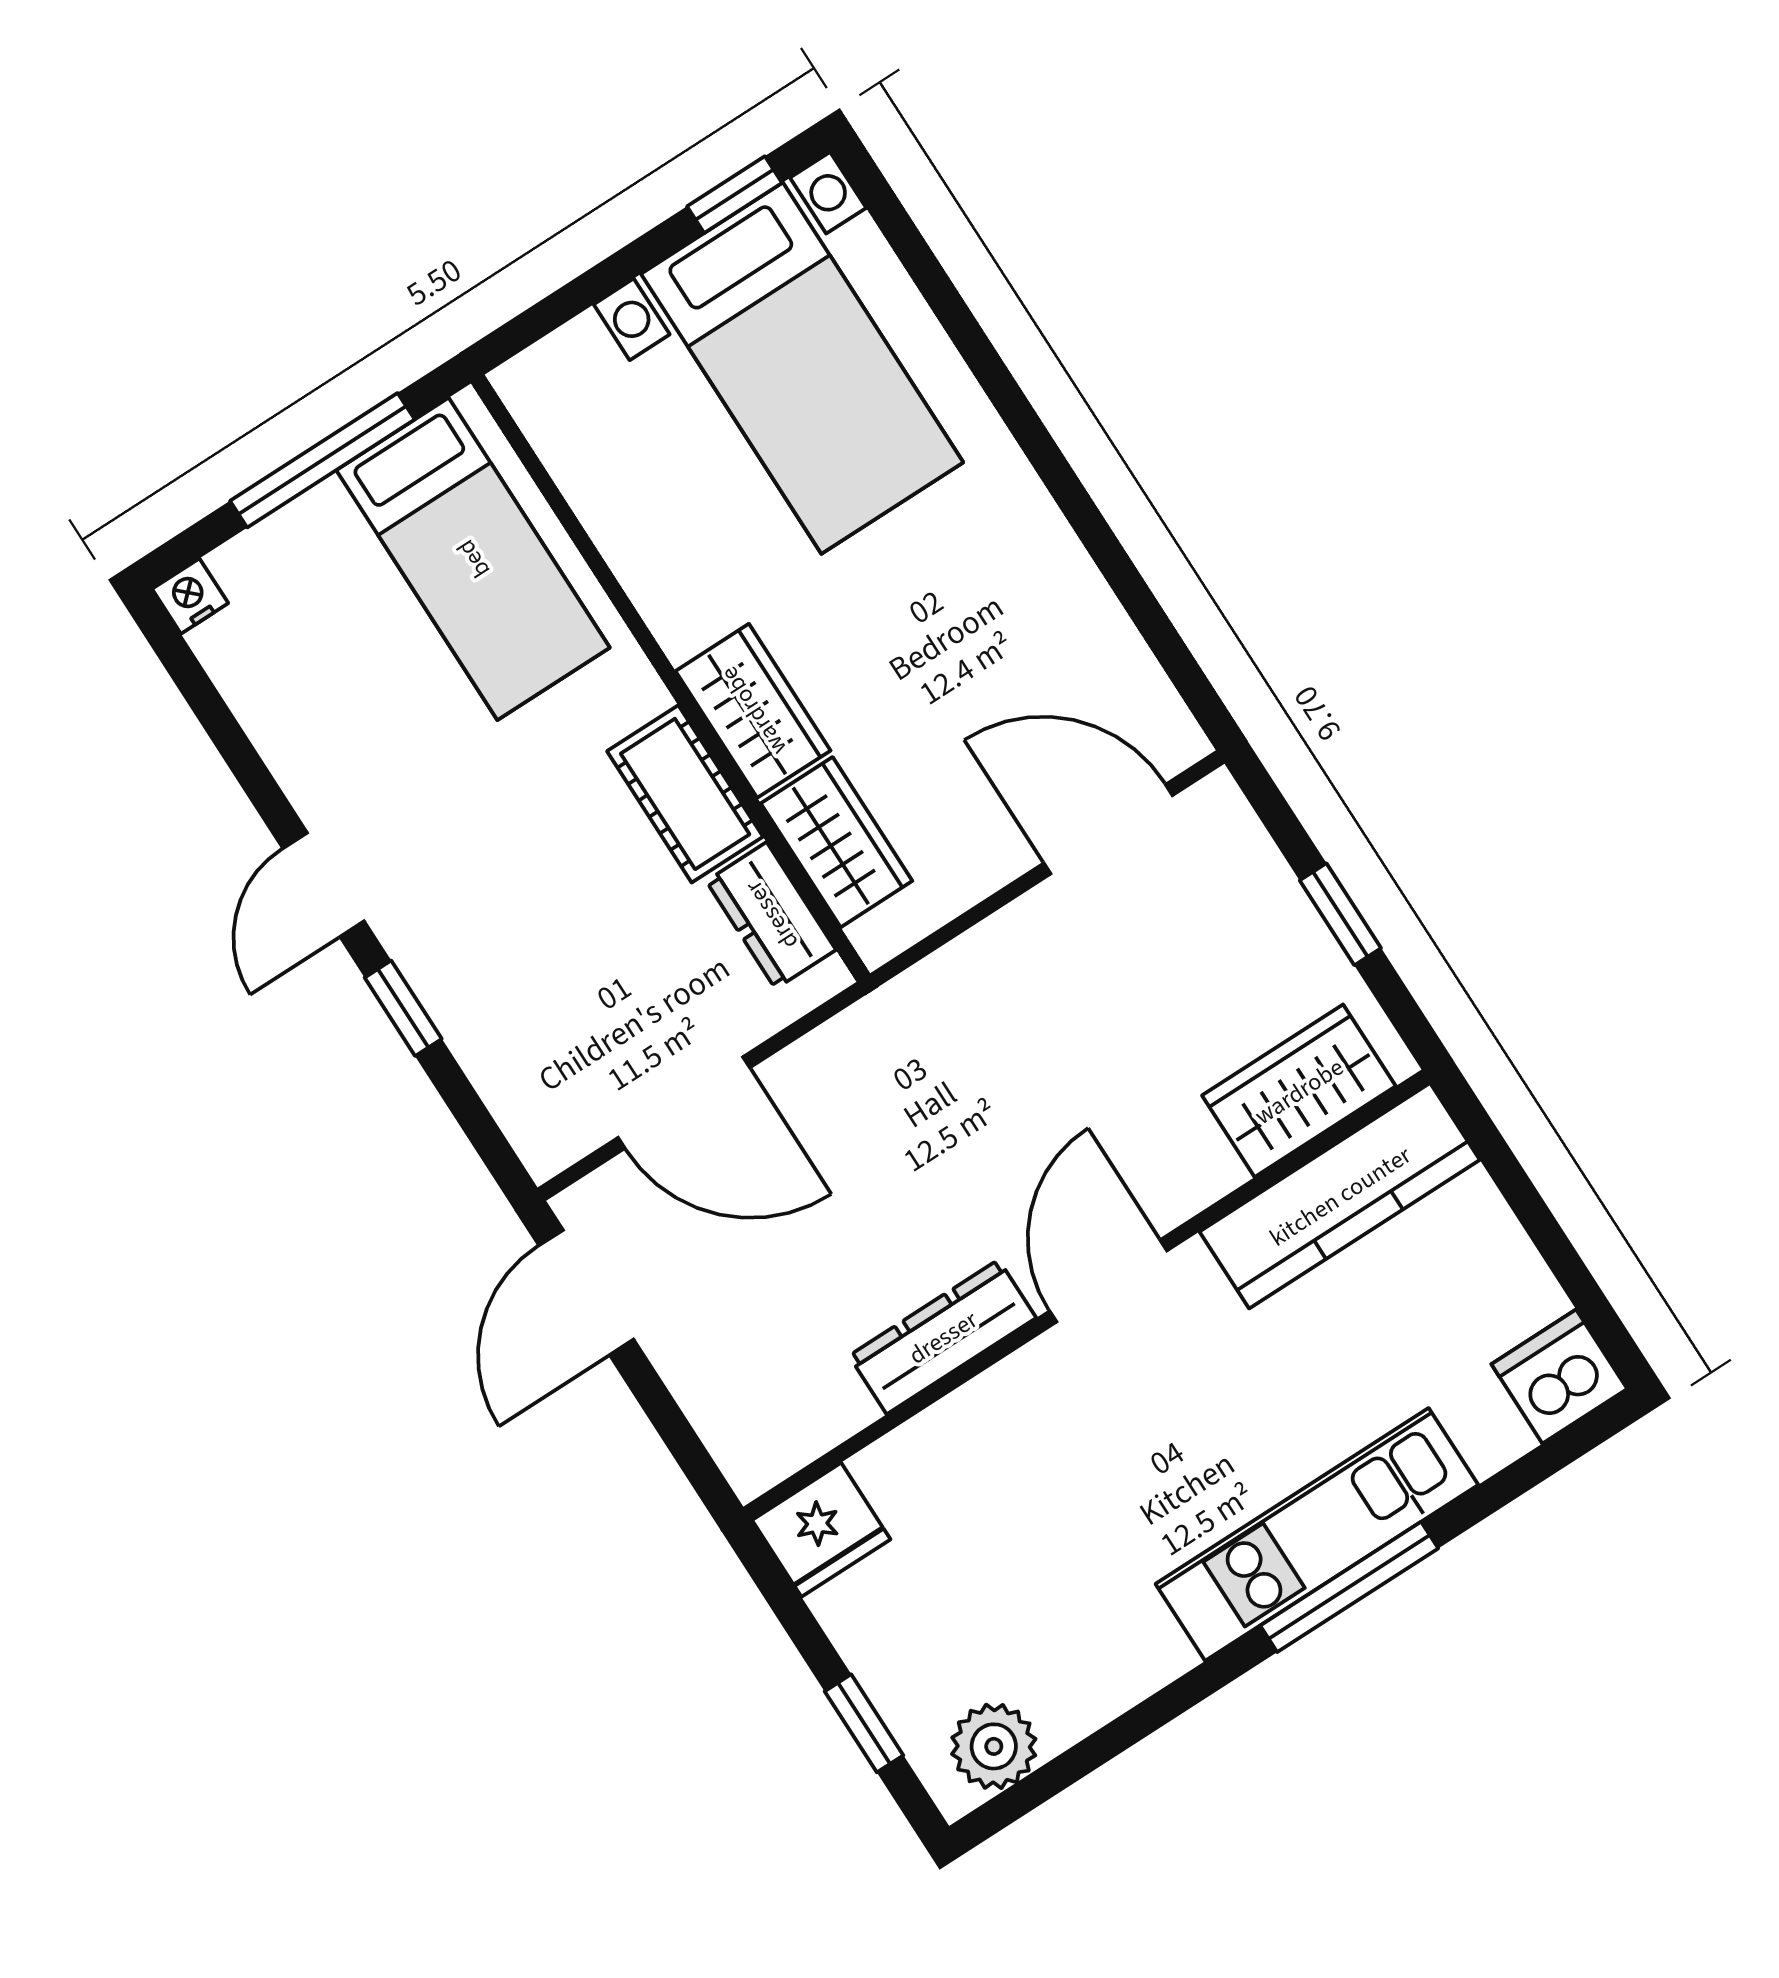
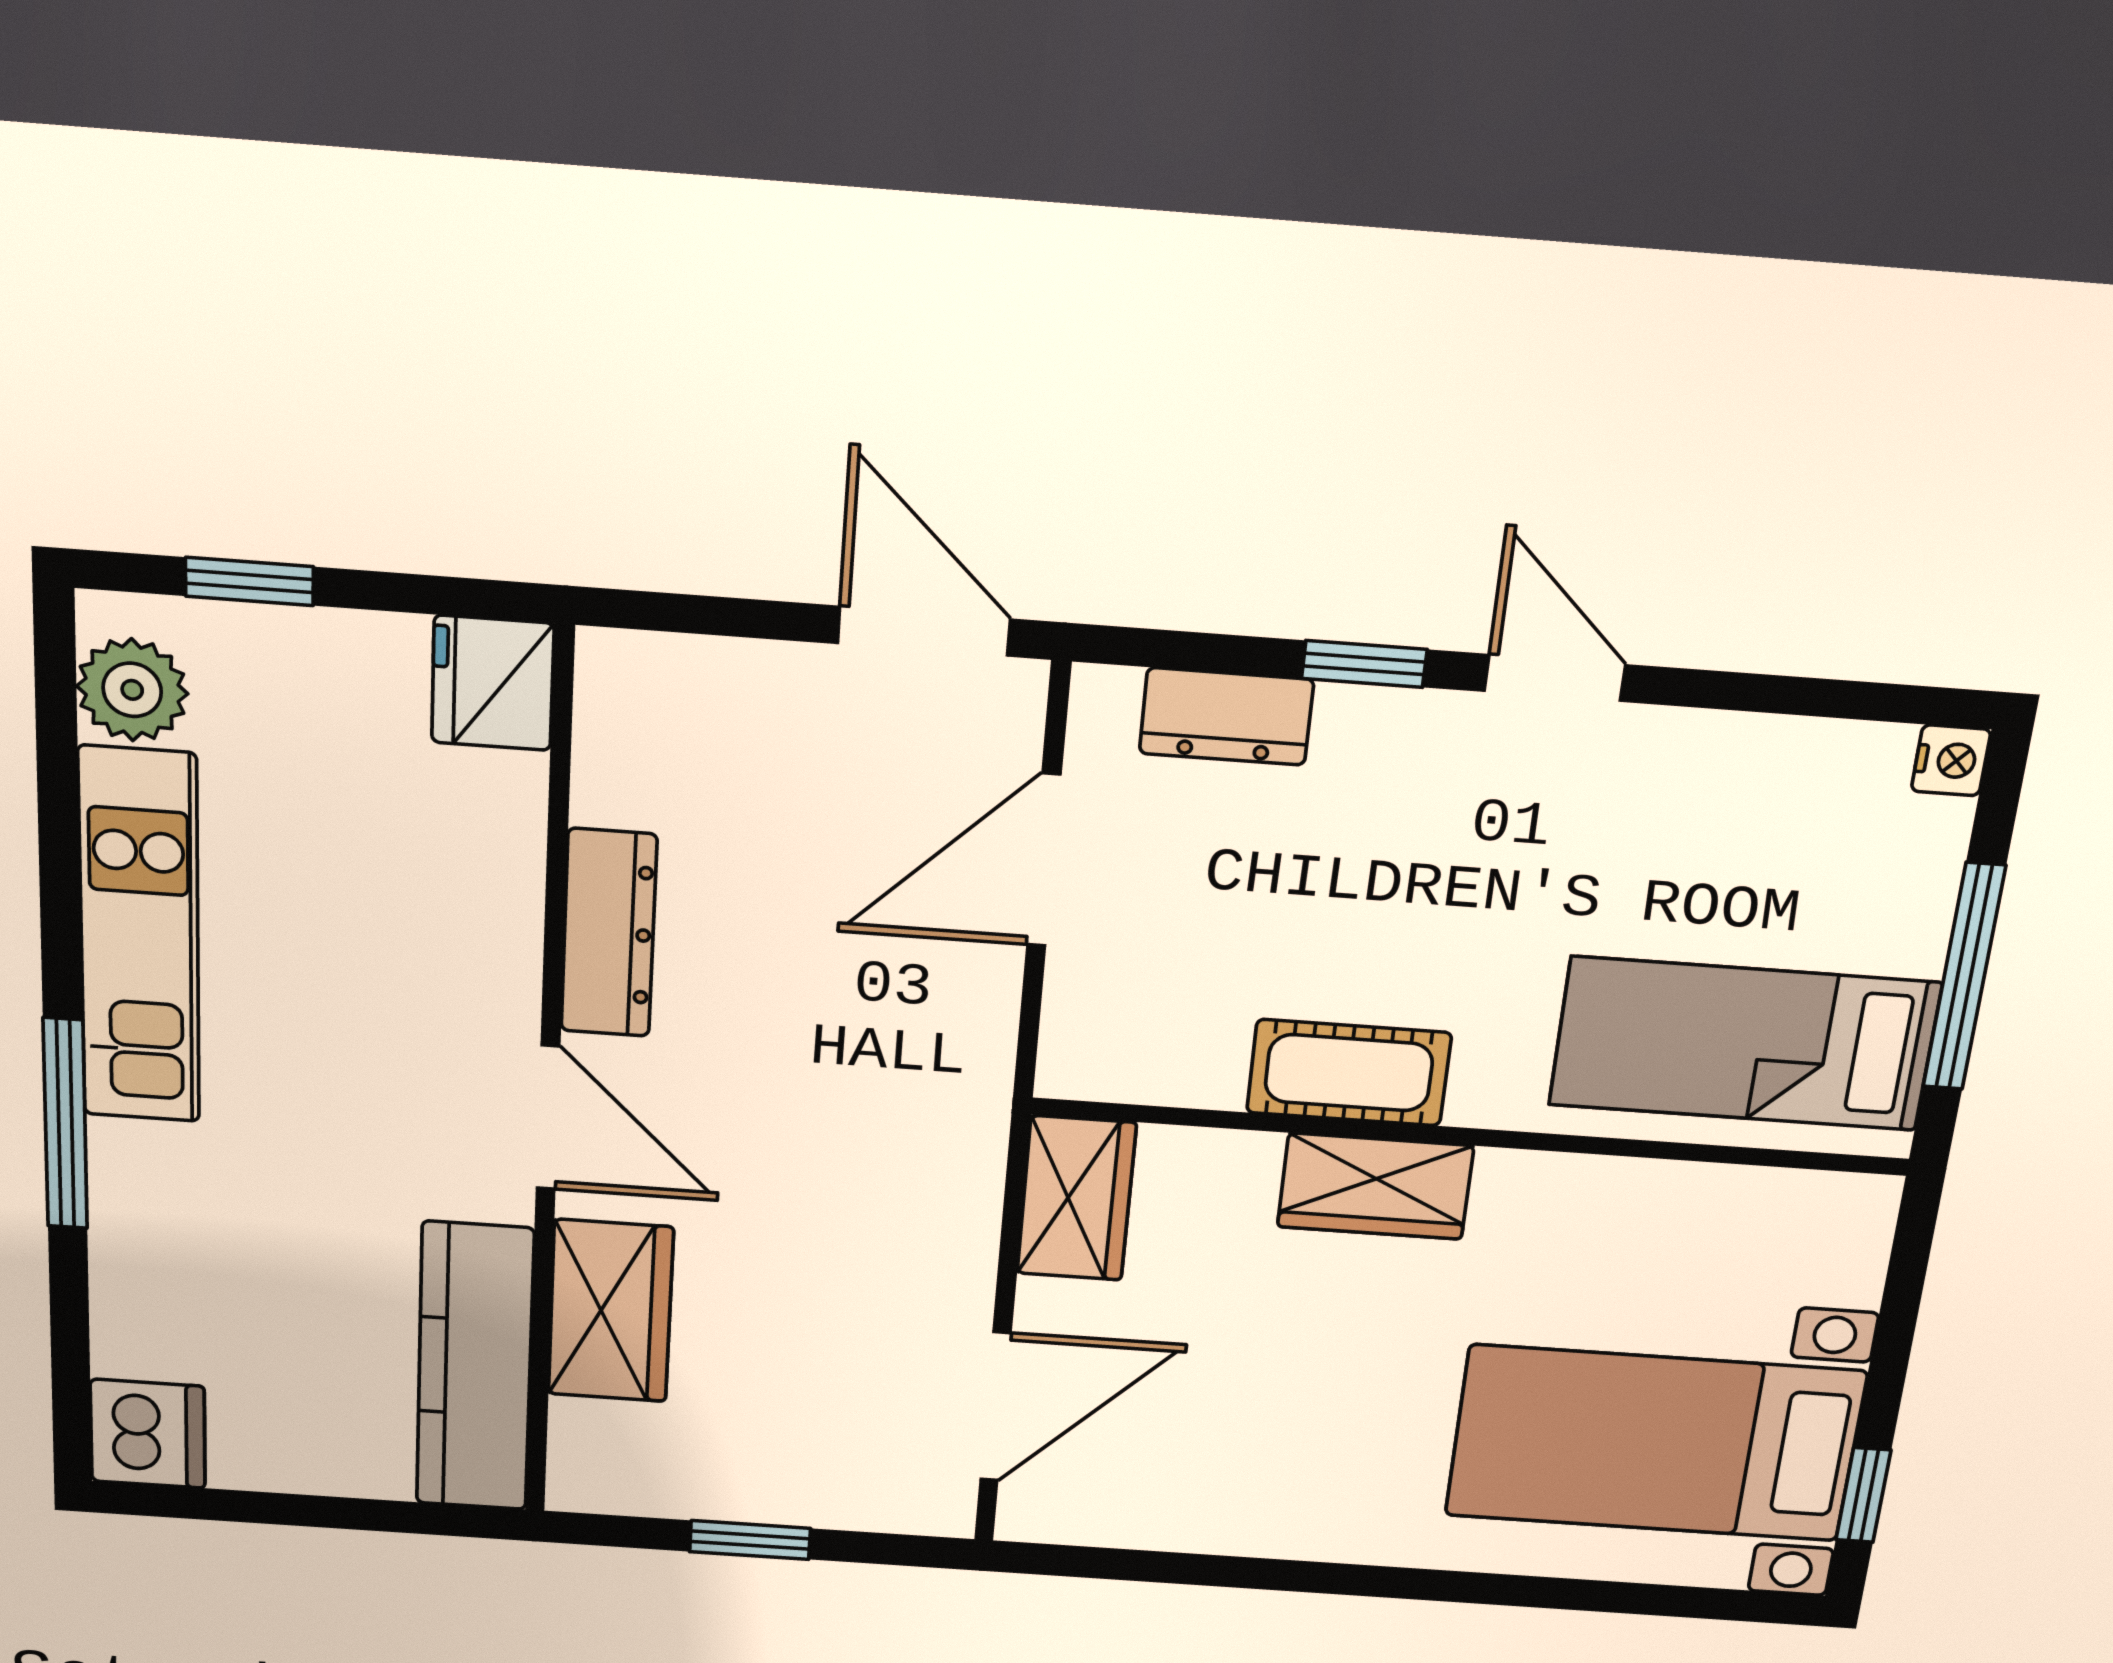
wardrobe: (837, 842) -> (1076, 1198), moved, turned -90
dresser: (771, 915) -> (1226, 716), moved, turned 180
wardrobe: (1299, 1091) -> (611, 1311), moved
kitchen unit: (1317, 1534) -> (140, 937), moved

